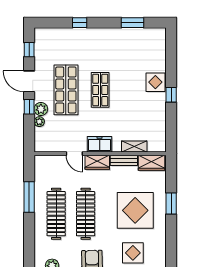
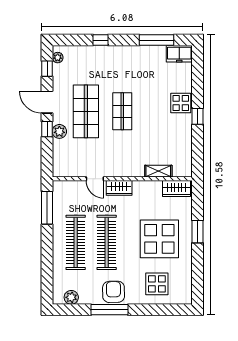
window: (133, 23) -> (156, 40), width x1.44
plant: (39, 122) -> (58, 58), moved
freezer: (100, 144) -> (179, 54), moved, turned 180
bench: (124, 160) -> (147, 186), removed
window: (29, 197) -> (47, 208), moved

